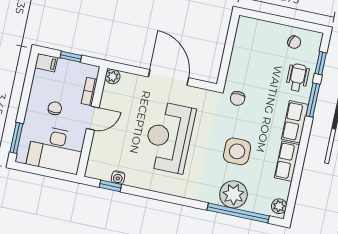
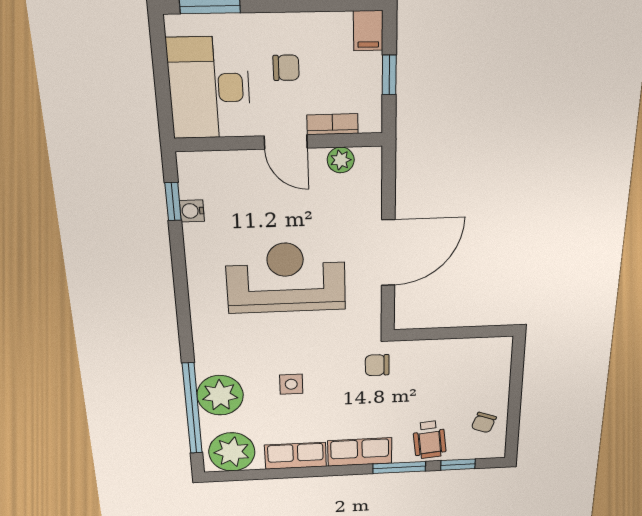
plant: (113, 77) -> (341, 160), moved
wheelchair: (298, 78) -> (429, 440), turned 84
side table: (237, 151) -> (291, 384), width x0.54, depth x0.54
plant: (279, 206) -> (232, 452), width x1.87, depth x1.87

